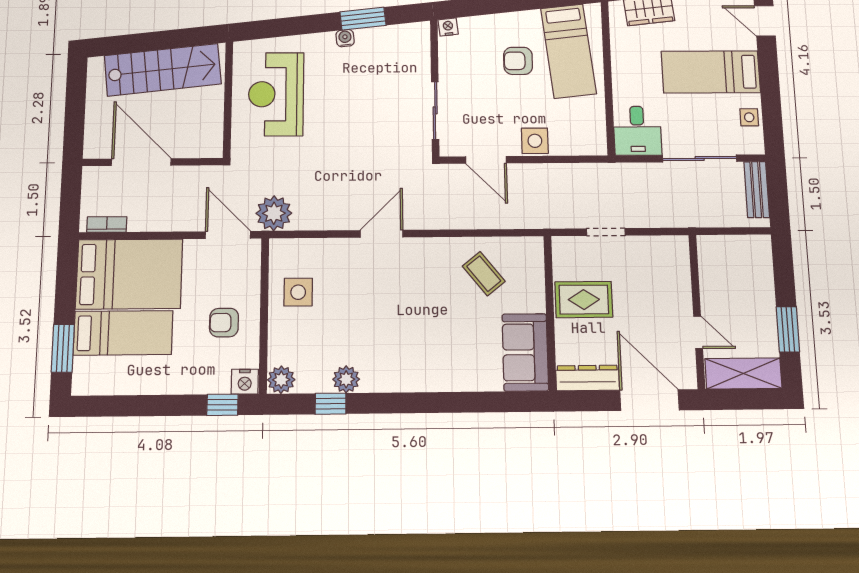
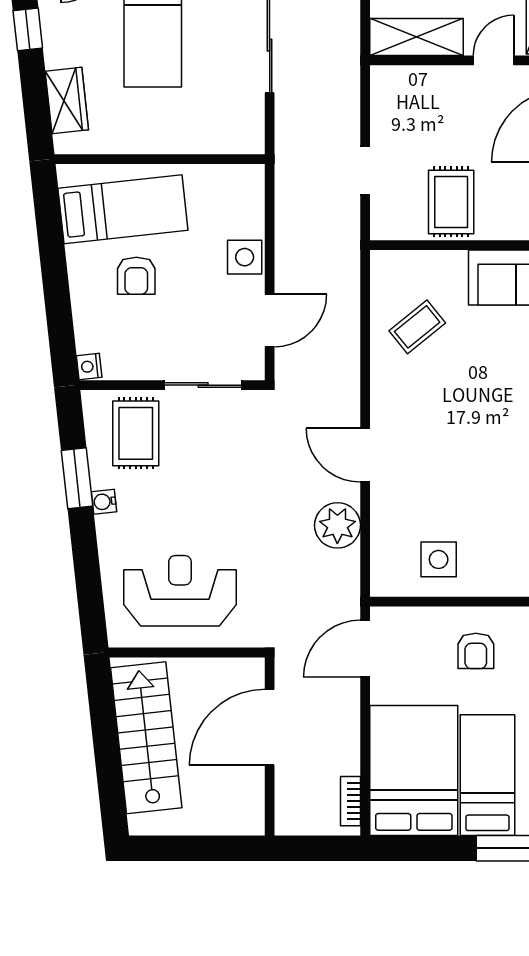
rug: (397, 61) -> (136, 433), added
reception desk: (276, 94) -> (180, 591), turned 180
desk: (637, 131) -> (232, 124), removed
door: (141, 162) -> (270, 727), moved
plant: (274, 213) -> (337, 525), moved
shelving: (713, 271) -> (416, 37), added

